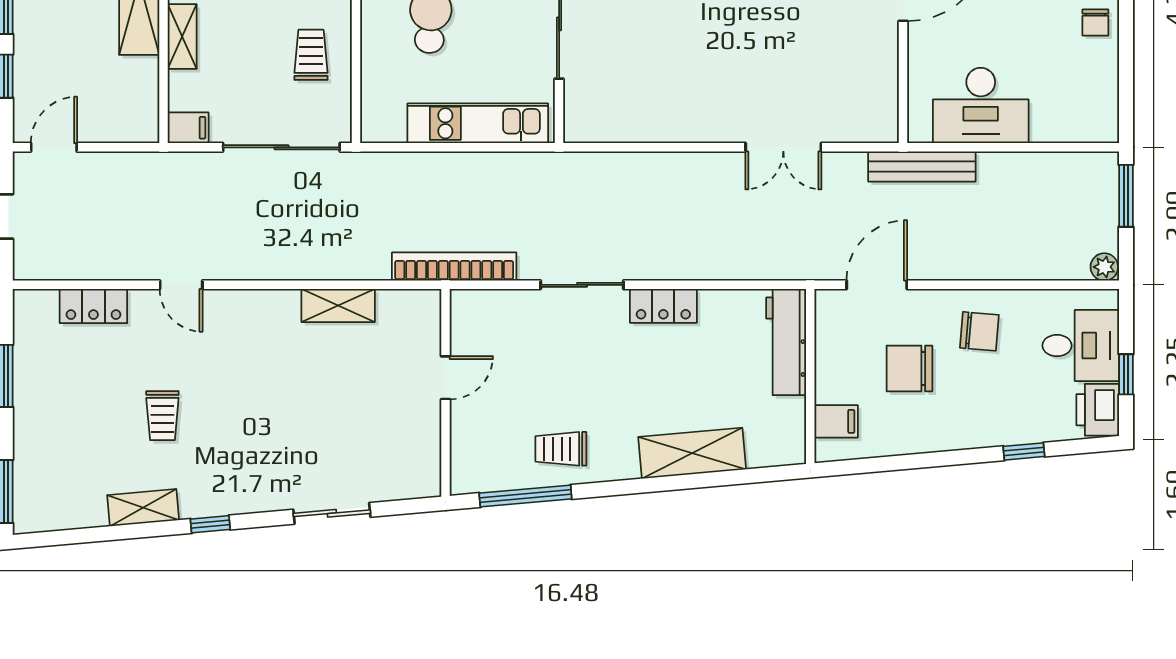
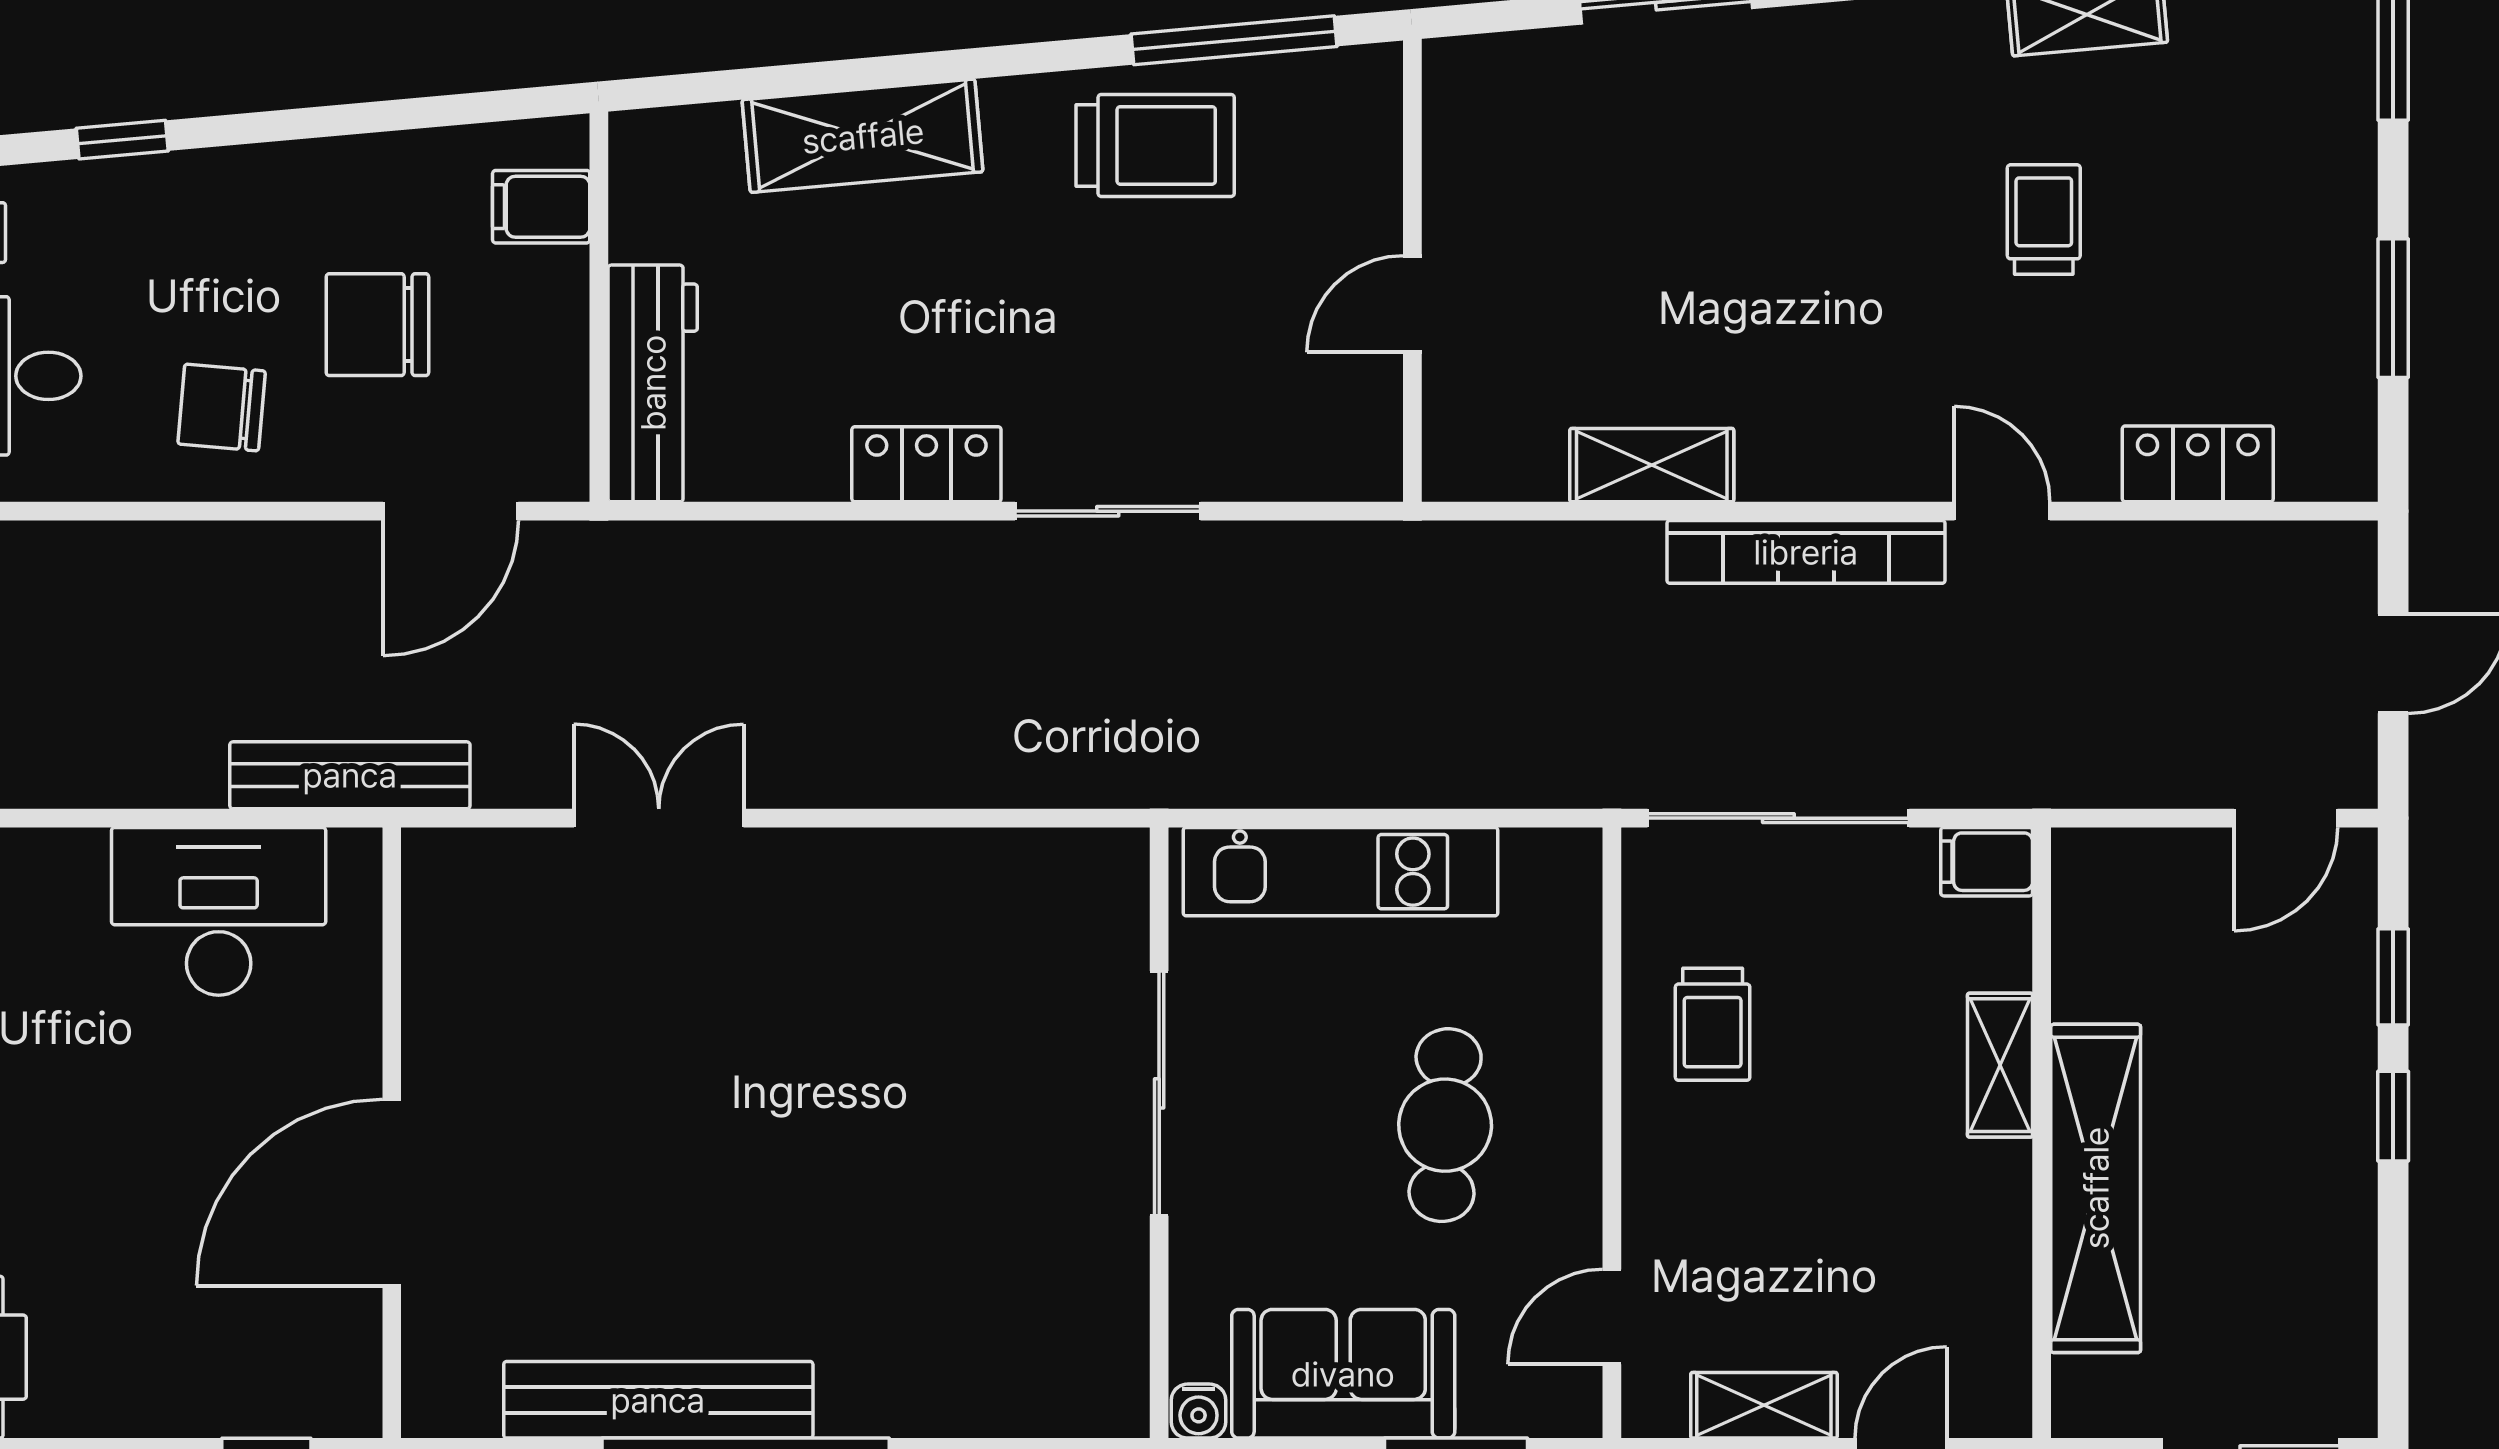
bookcase: (454, 267) -> (1806, 552), moved
chair: (909, 368) -> (377, 325), turned 180
trolley: (561, 449) -> (1155, 145), width x1.36, depth x1.39

